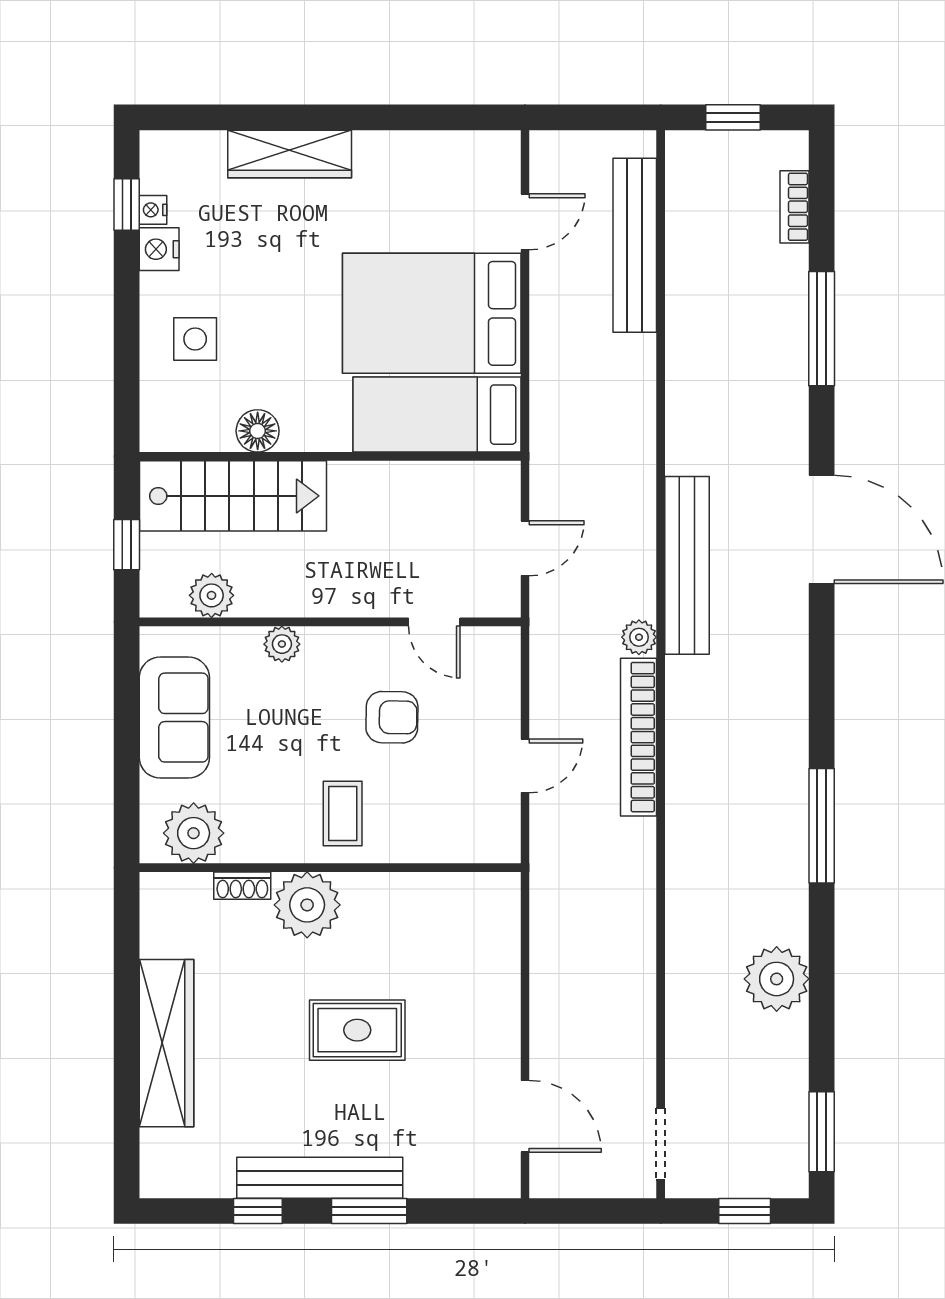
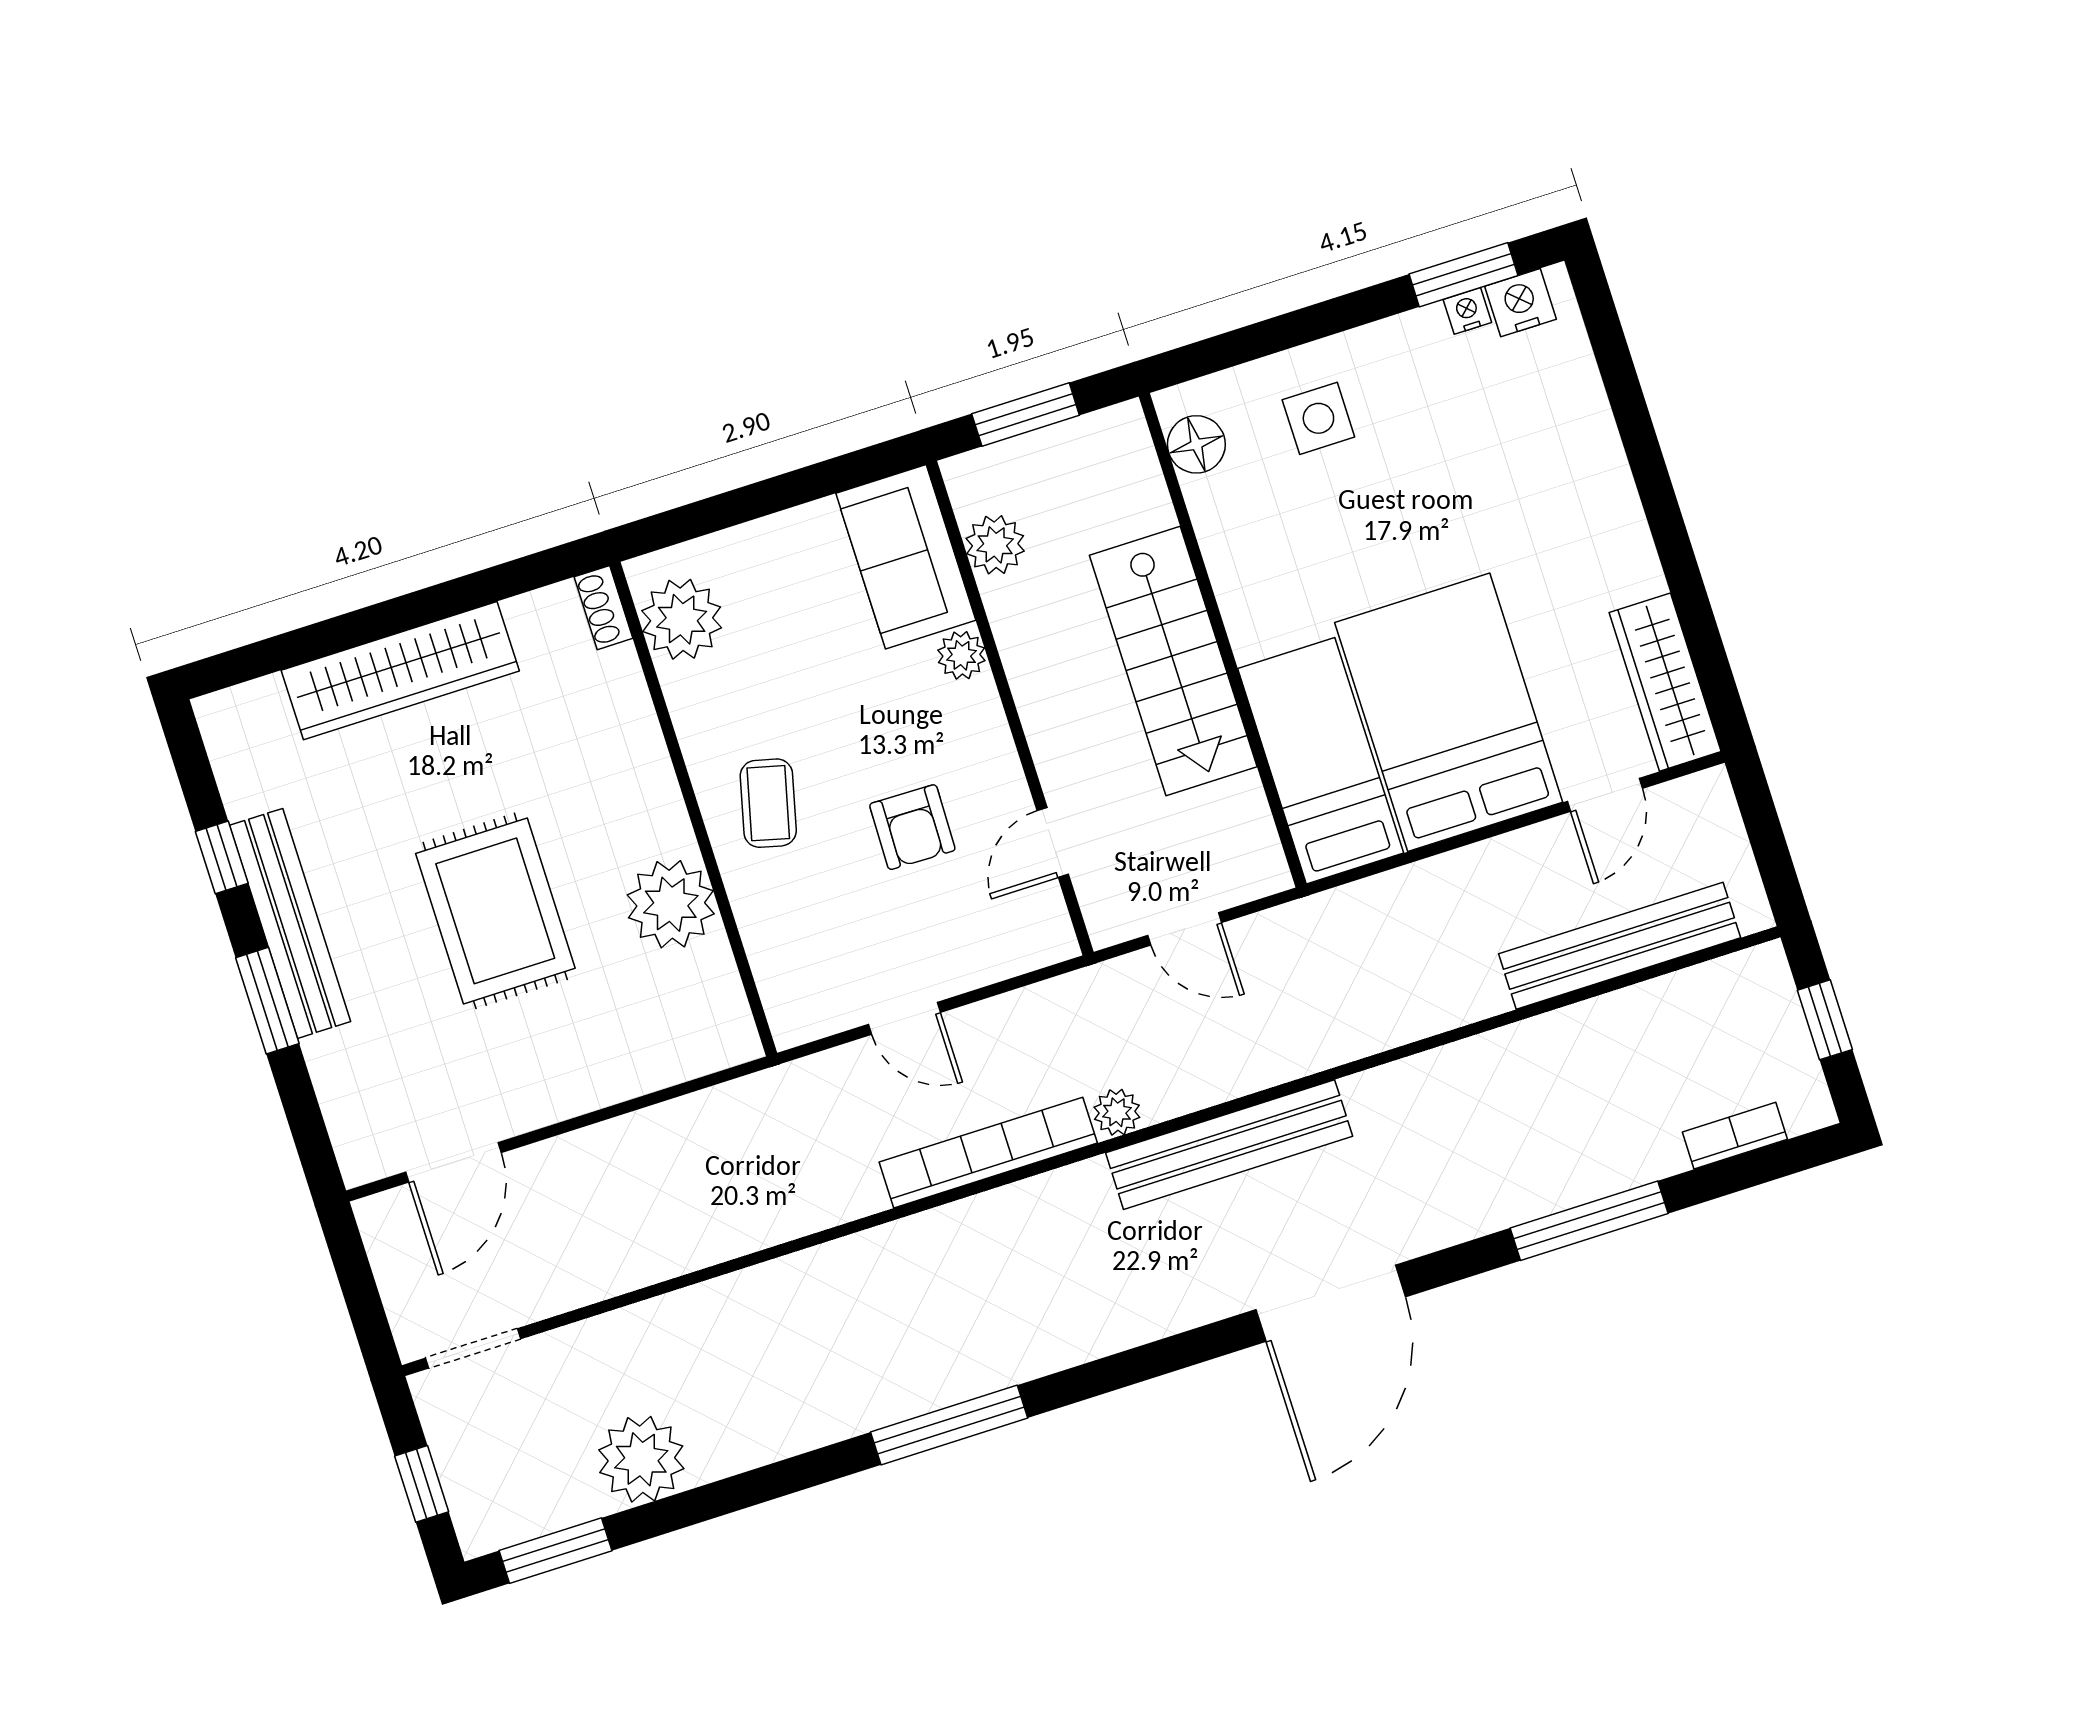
wardrobe: (290, 154) -> (1665, 682), moved
window: (127, 204) -> (1464, 275), width x1.50
door: (525, 222) -> (1605, 795), hinge flipped
nightstand: (159, 249) -> (1521, 303), moved
floor lamp: (258, 431) -> (1196, 444), moved
stairs: (233, 496) -> (1173, 661), moved
window: (127, 545) -> (1026, 415), width x1.50
sofa: (174, 718) -> (906, 557), moved, turned 90
coffee table: (343, 813) -> (768, 803), turned -76
shoe rack: (242, 886) -> (603, 608), moved
plant: (307, 905) -> (671, 904), moved
plant: (777, 979) -> (641, 1459), moved
rug: (357, 1030) -> (495, 911), width x1.36, depth x1.43

